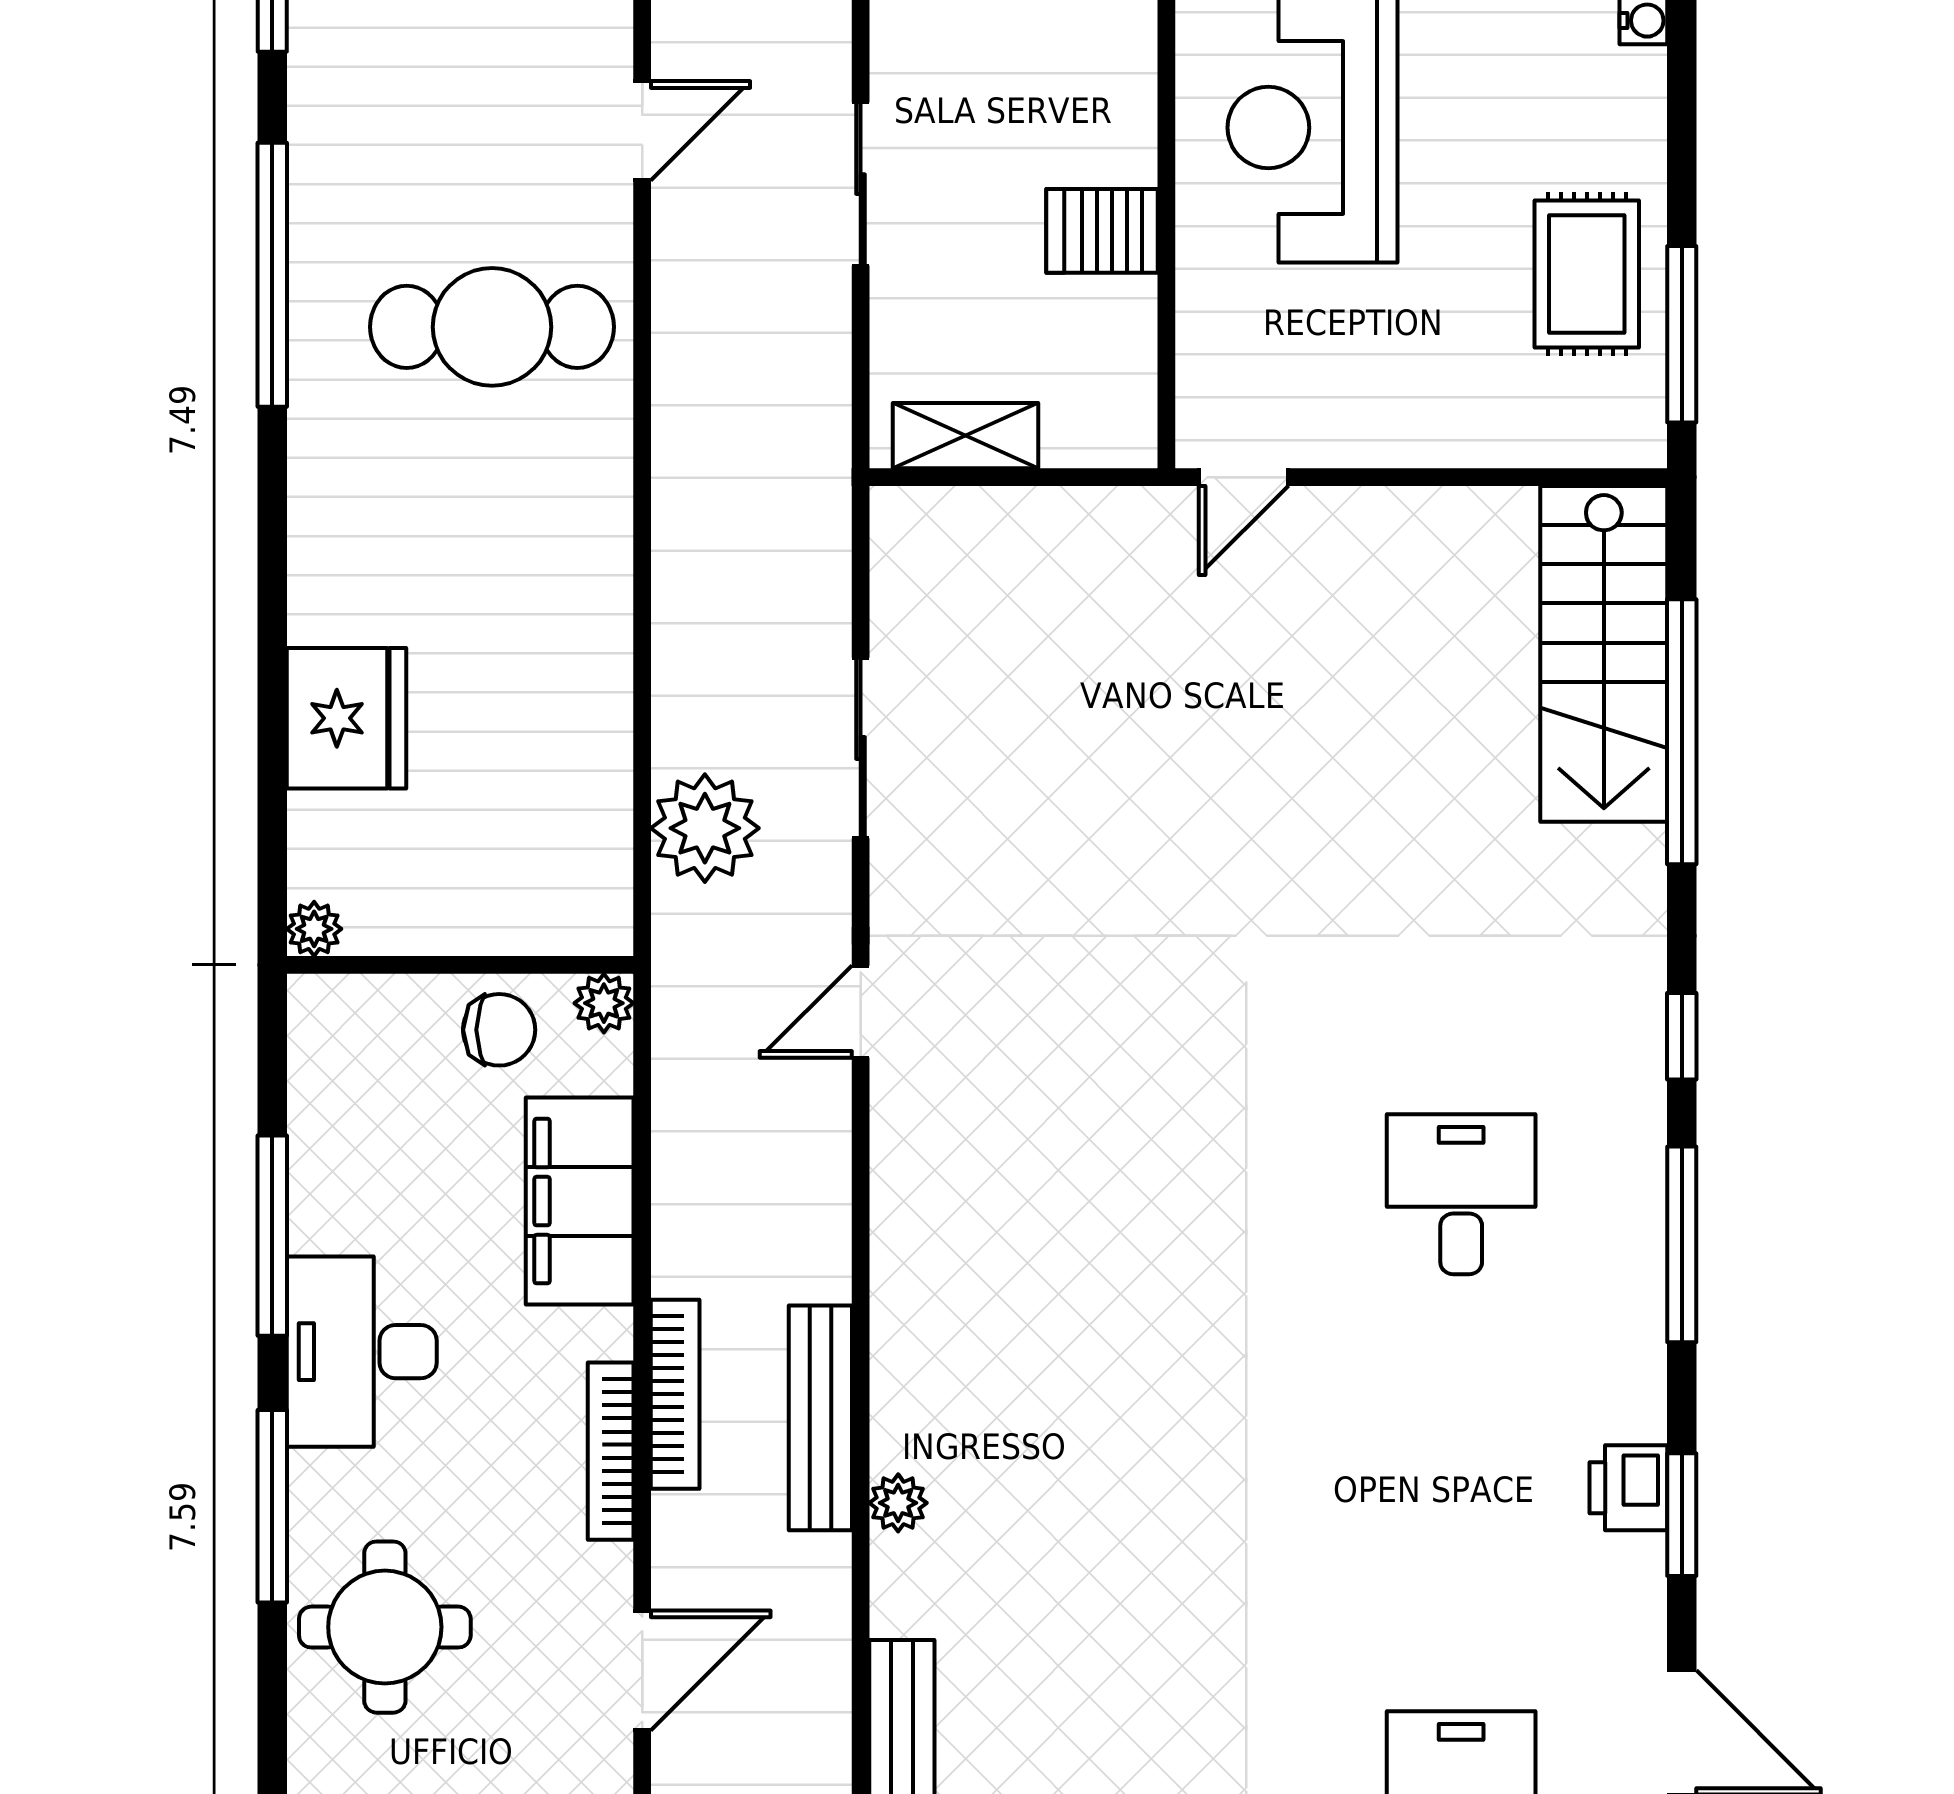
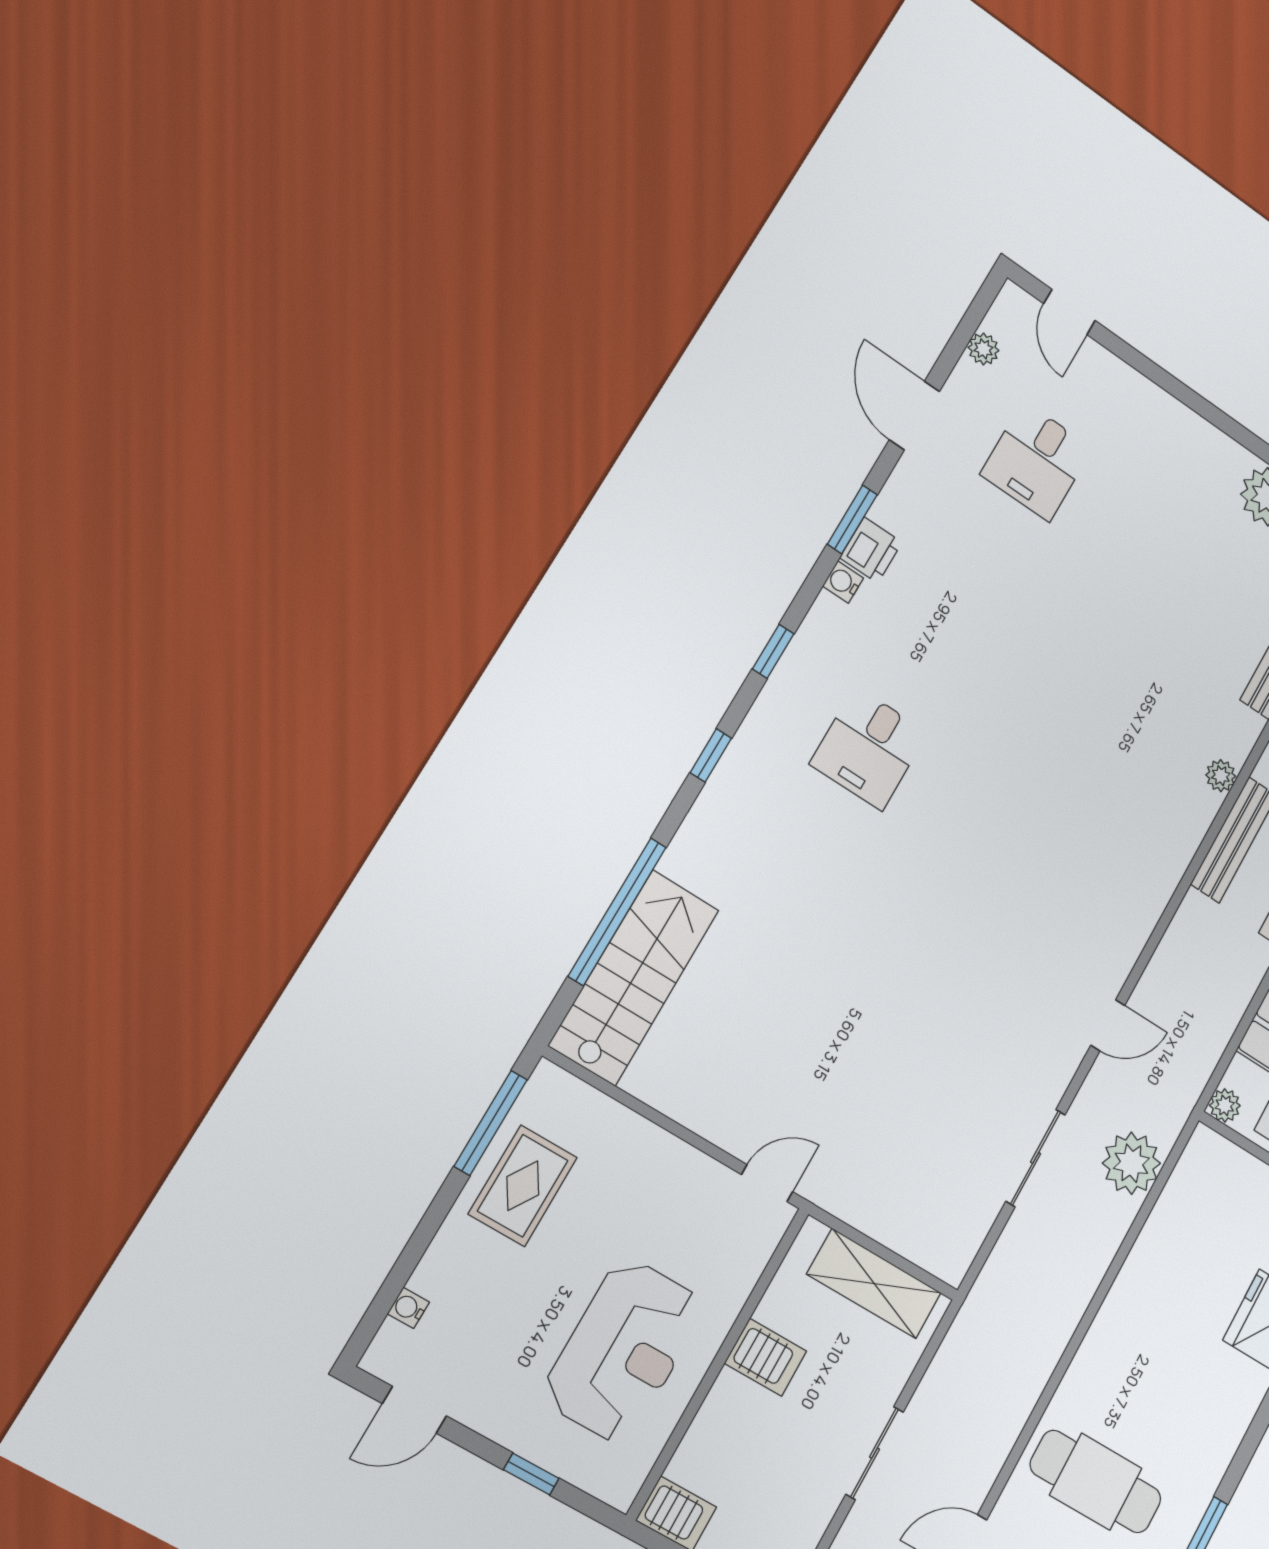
shelving: (966, 436) -> (874, 1284), width x1.50, depth x1.33
window: (1682, 1244) -> (773, 651), width x0.46
water cooler: (1641, 1413) -> (843, 582), added

